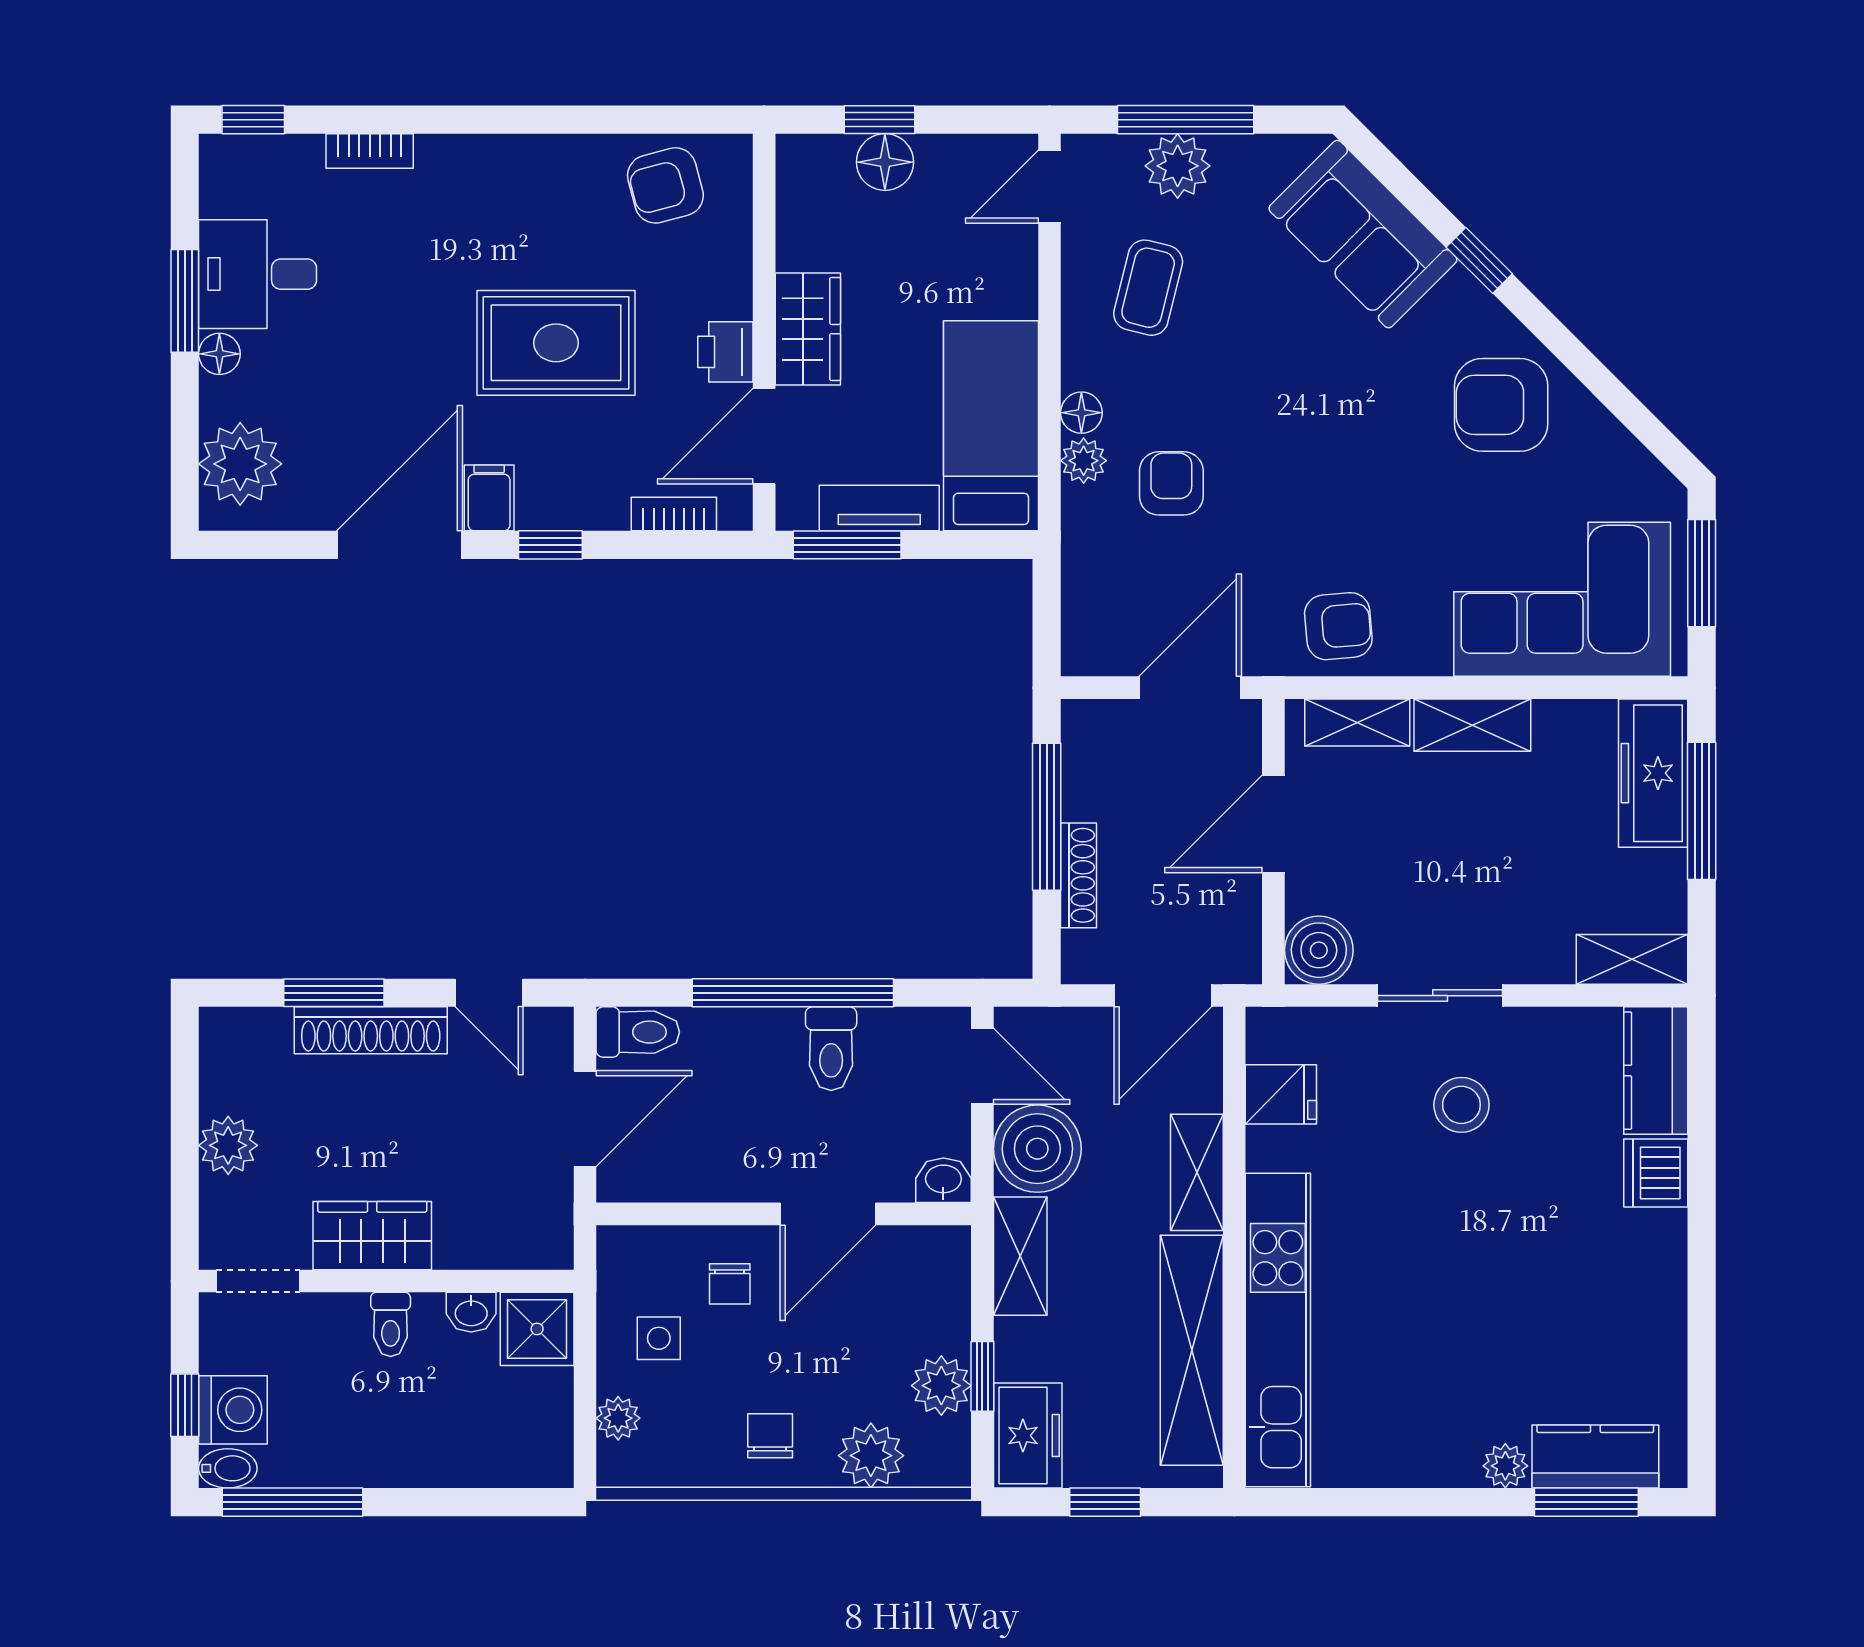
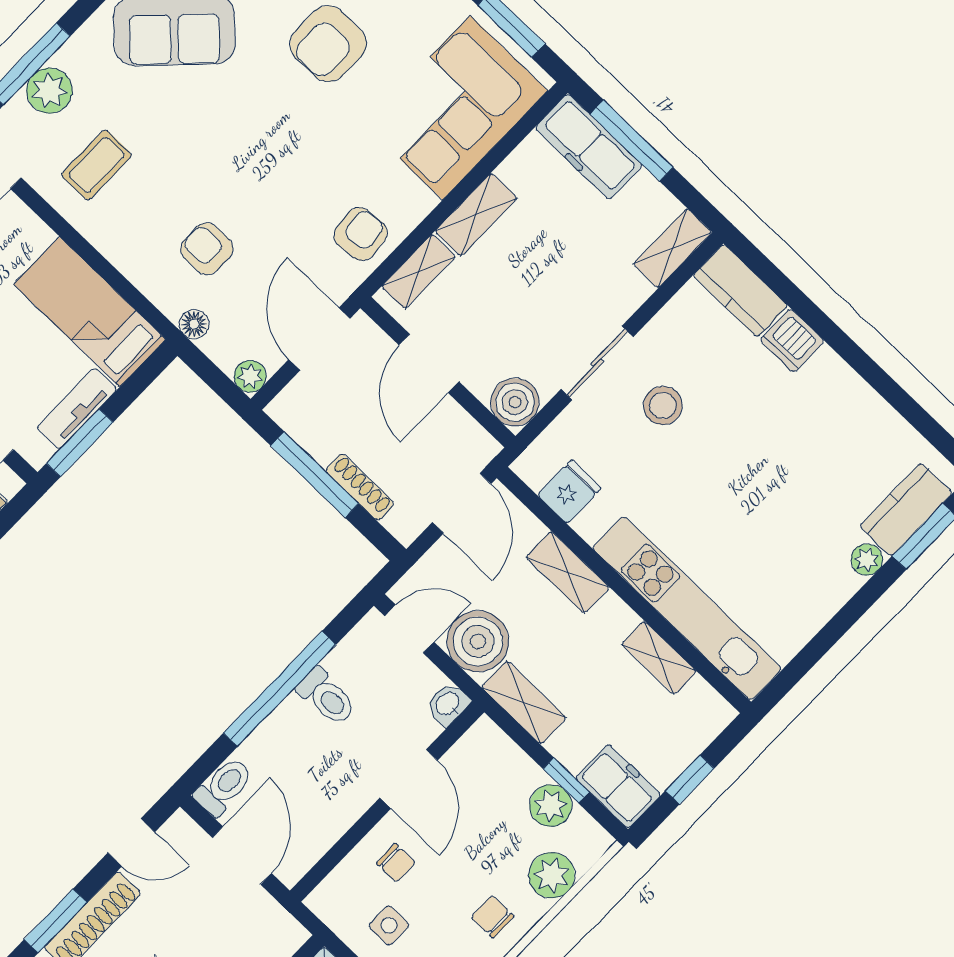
coffee table: (1148, 288) -> (97, 165), turned 76
floor lamp: (1081, 413) -> (194, 324), moved
plant: (1084, 461) -> (250, 376), moved
shelving: (1192, 1350) -> (659, 658), width x0.45, depth x0.75

